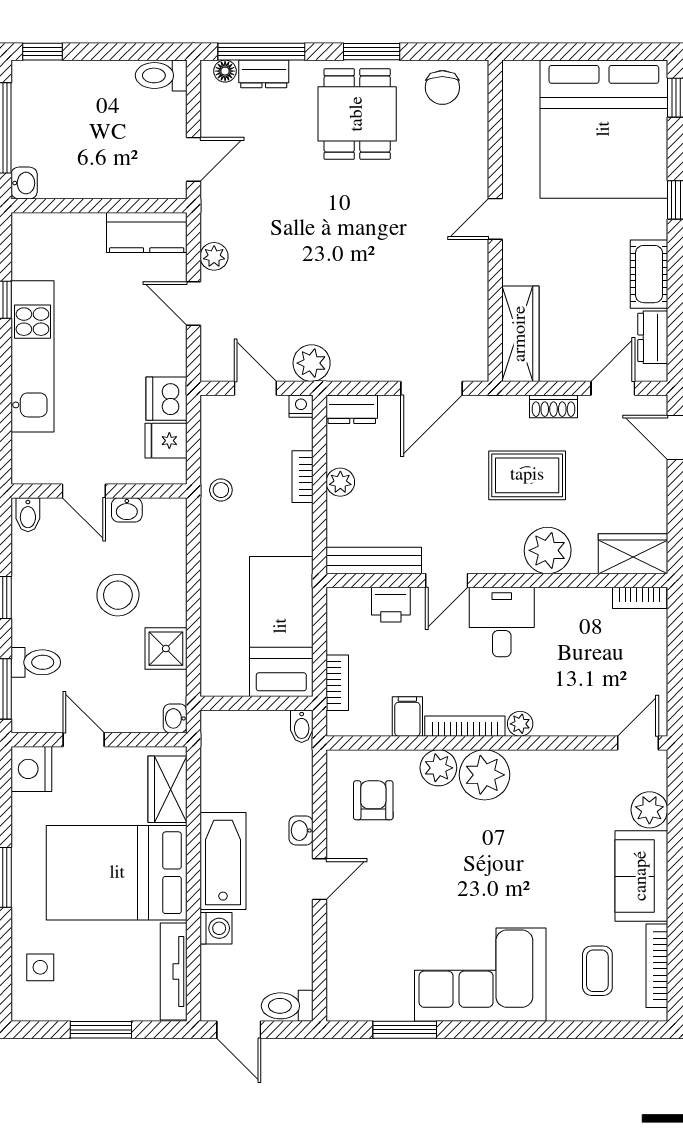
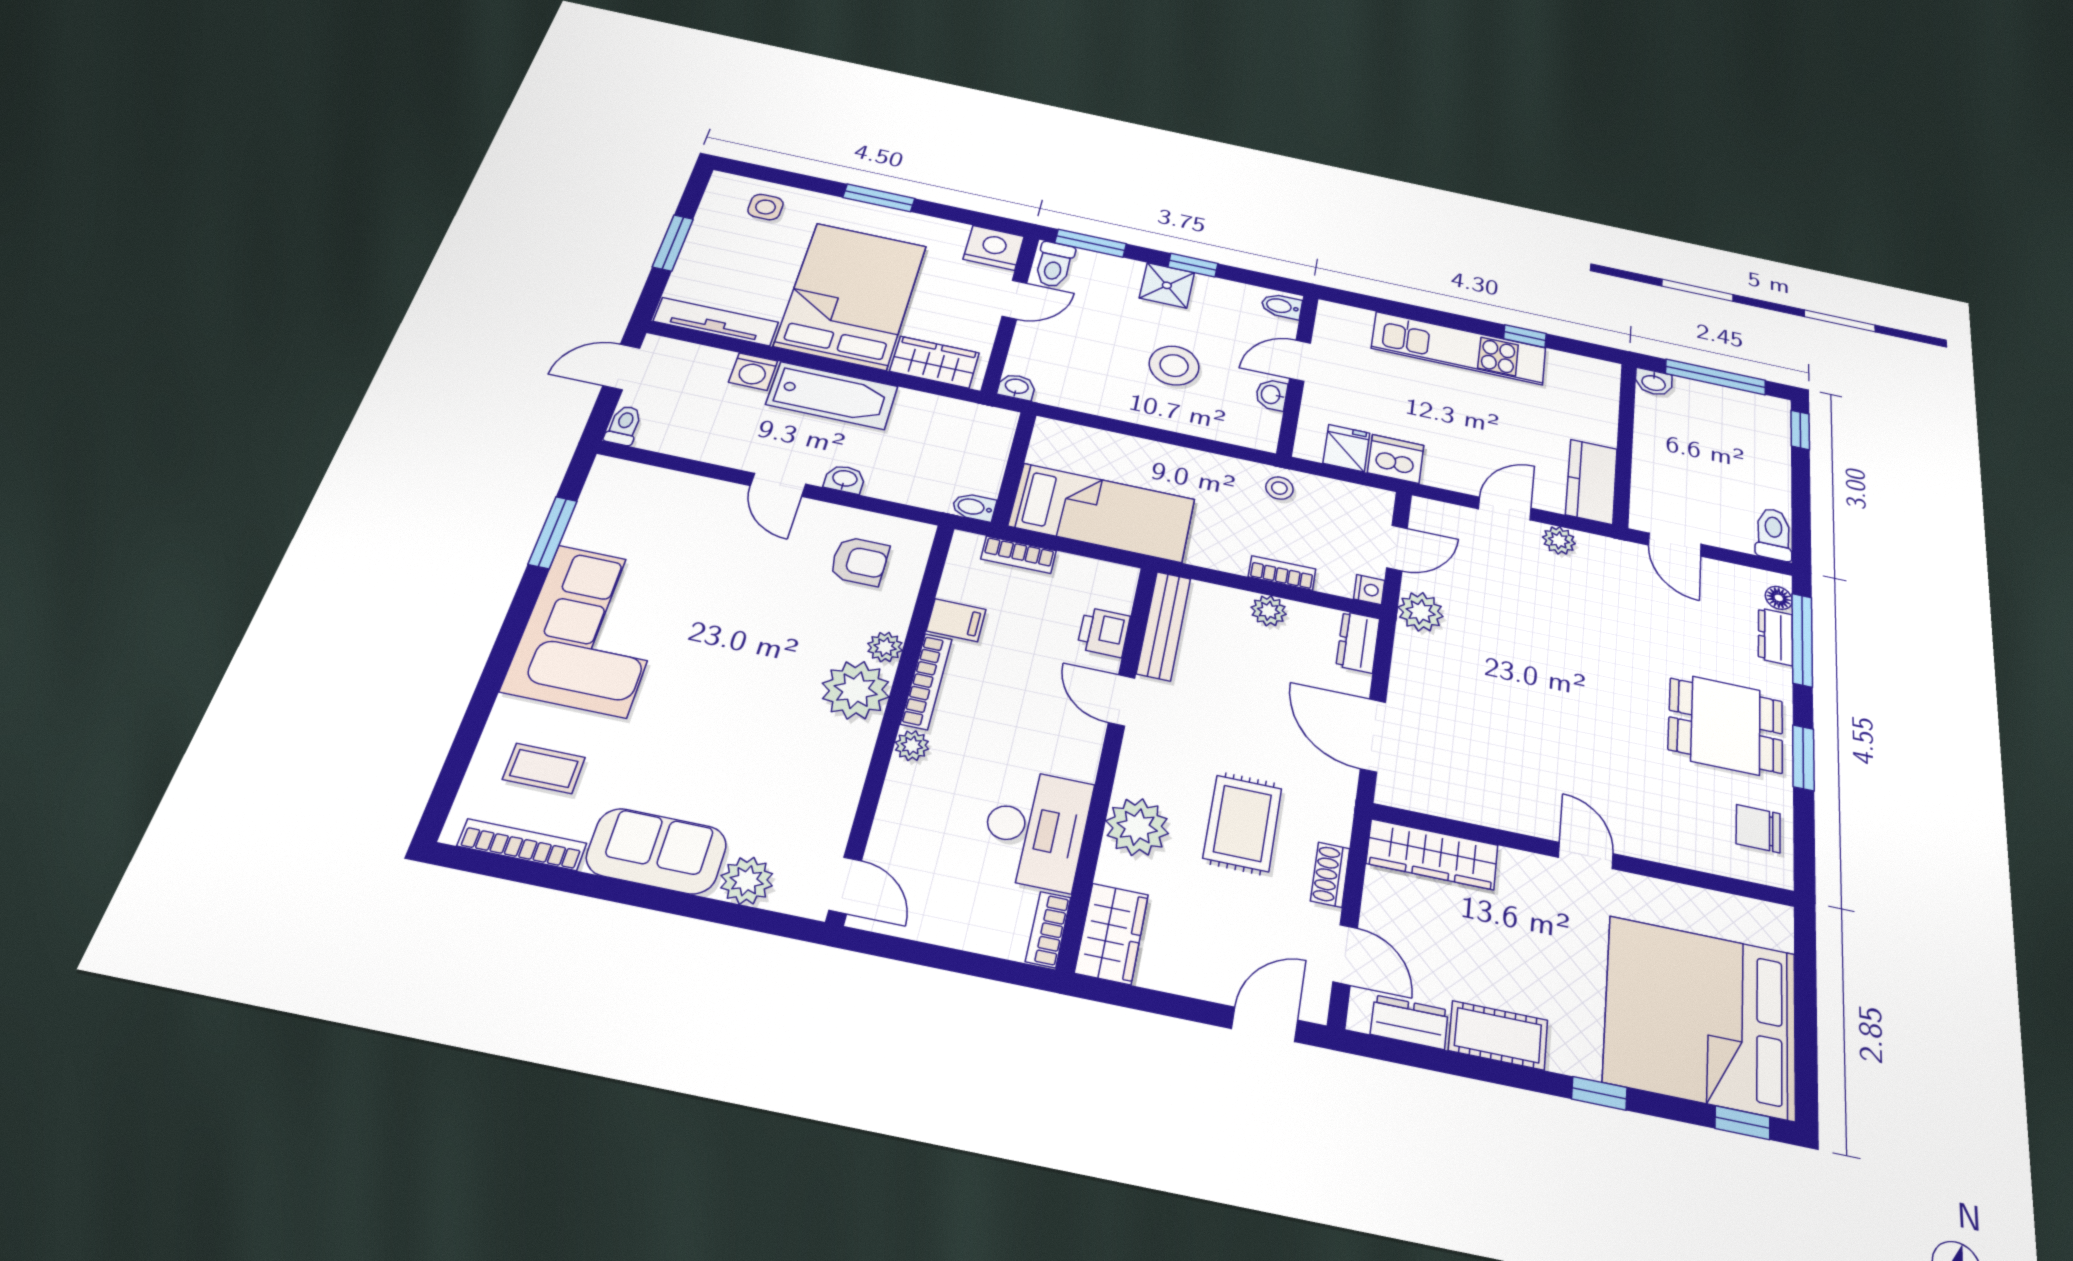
desk: (502, 622) -> (1036, 829), moved, width x1.37
shower: (166, 649) -> (1167, 285), moved
toilet: (36, 662) -> (1054, 265), moved
plant: (438, 768) -> (885, 647), width x0.73, depth x0.73
toilet: (287, 1006) -> (624, 425), width x0.73, depth x0.72

